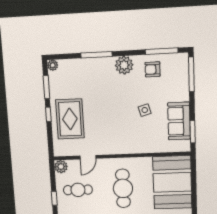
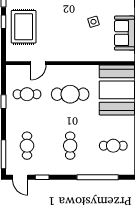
plant: (61, 167) -> (12, 71), removed
cafe table: (123, 188) -> (70, 94), turned 90

